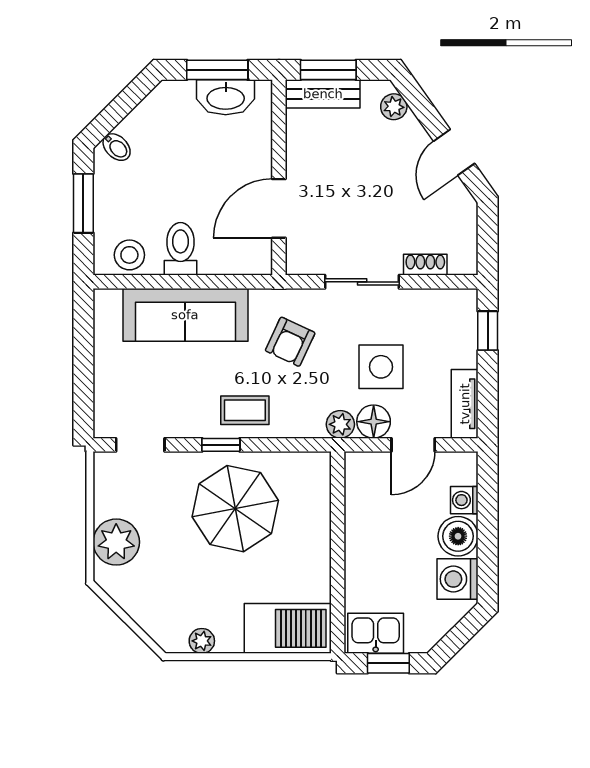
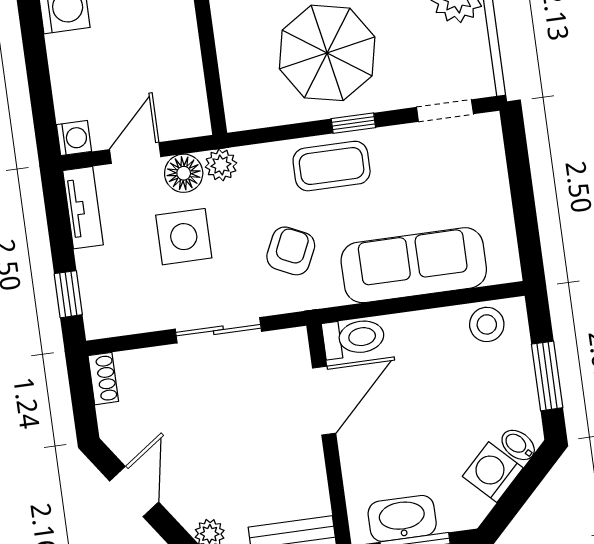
washing machine: (142, 127) -> (493, 472), added
toilet: (181, 249) -> (354, 338), moved, turned -90
shoe rack: (425, 265) -> (103, 379), moved, turned -90
coffee table: (245, 410) -> (332, 166), width x1.36, depth x1.30
washing machine: (464, 500) -> (74, 138), moved
boiler: (458, 536) -> (70, 56), removed

